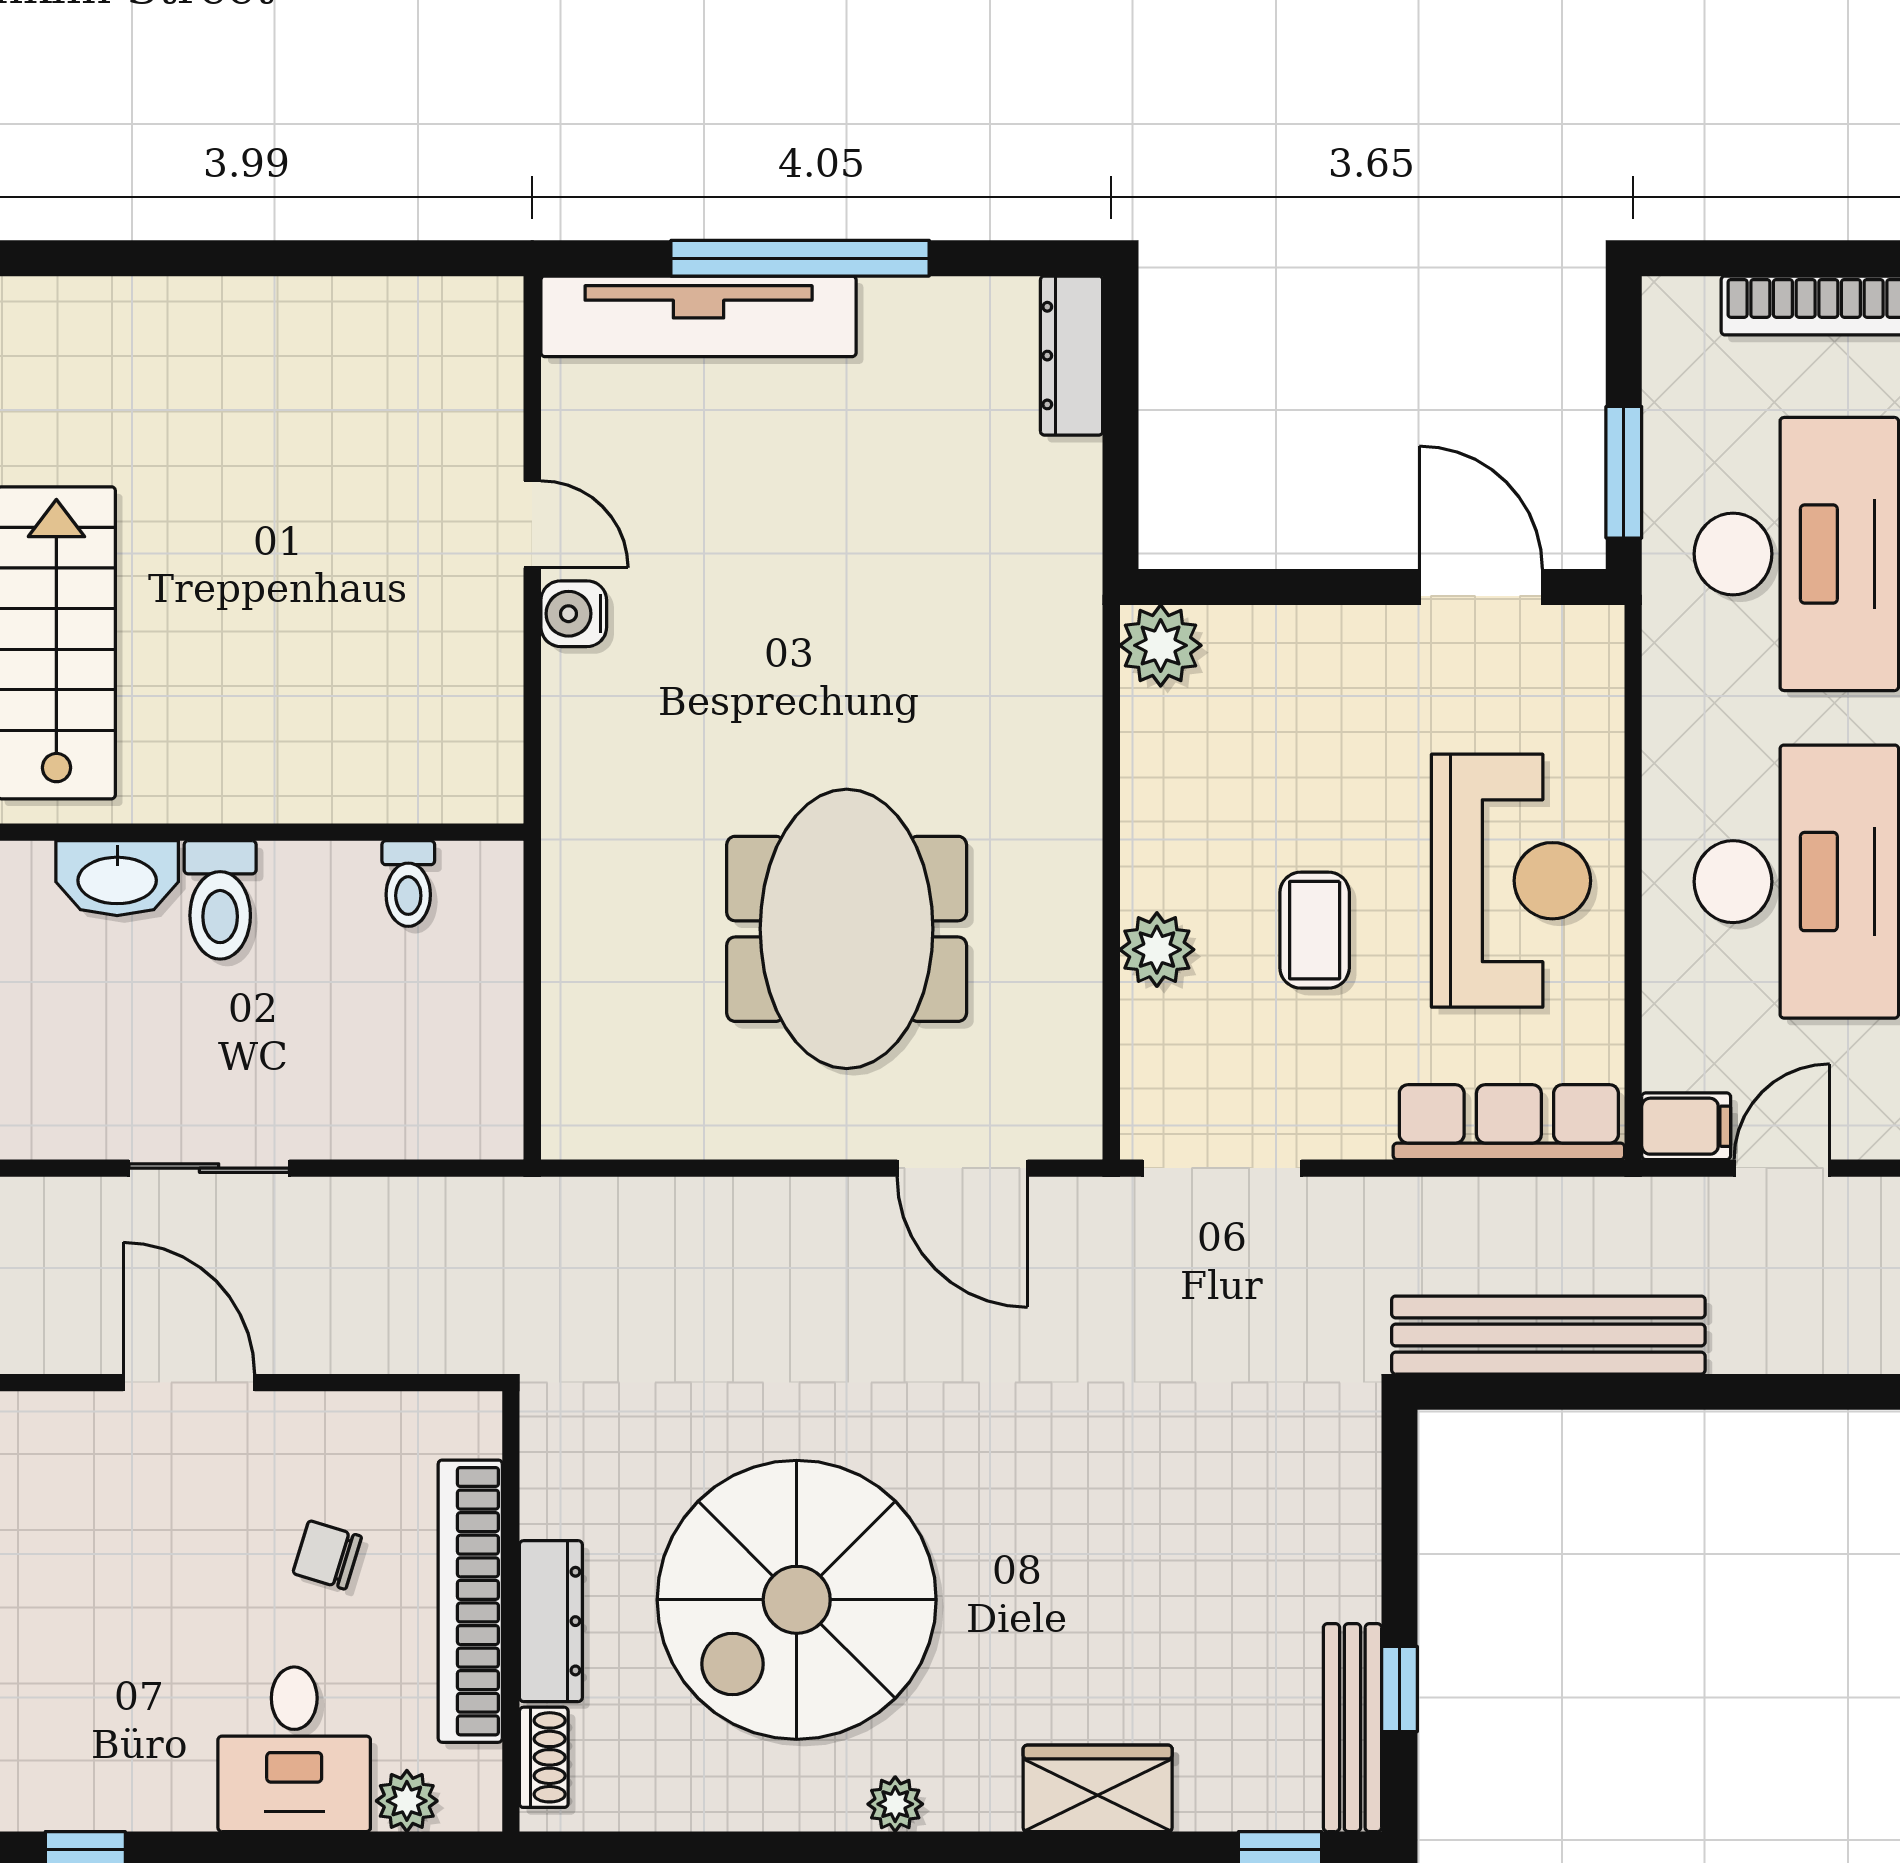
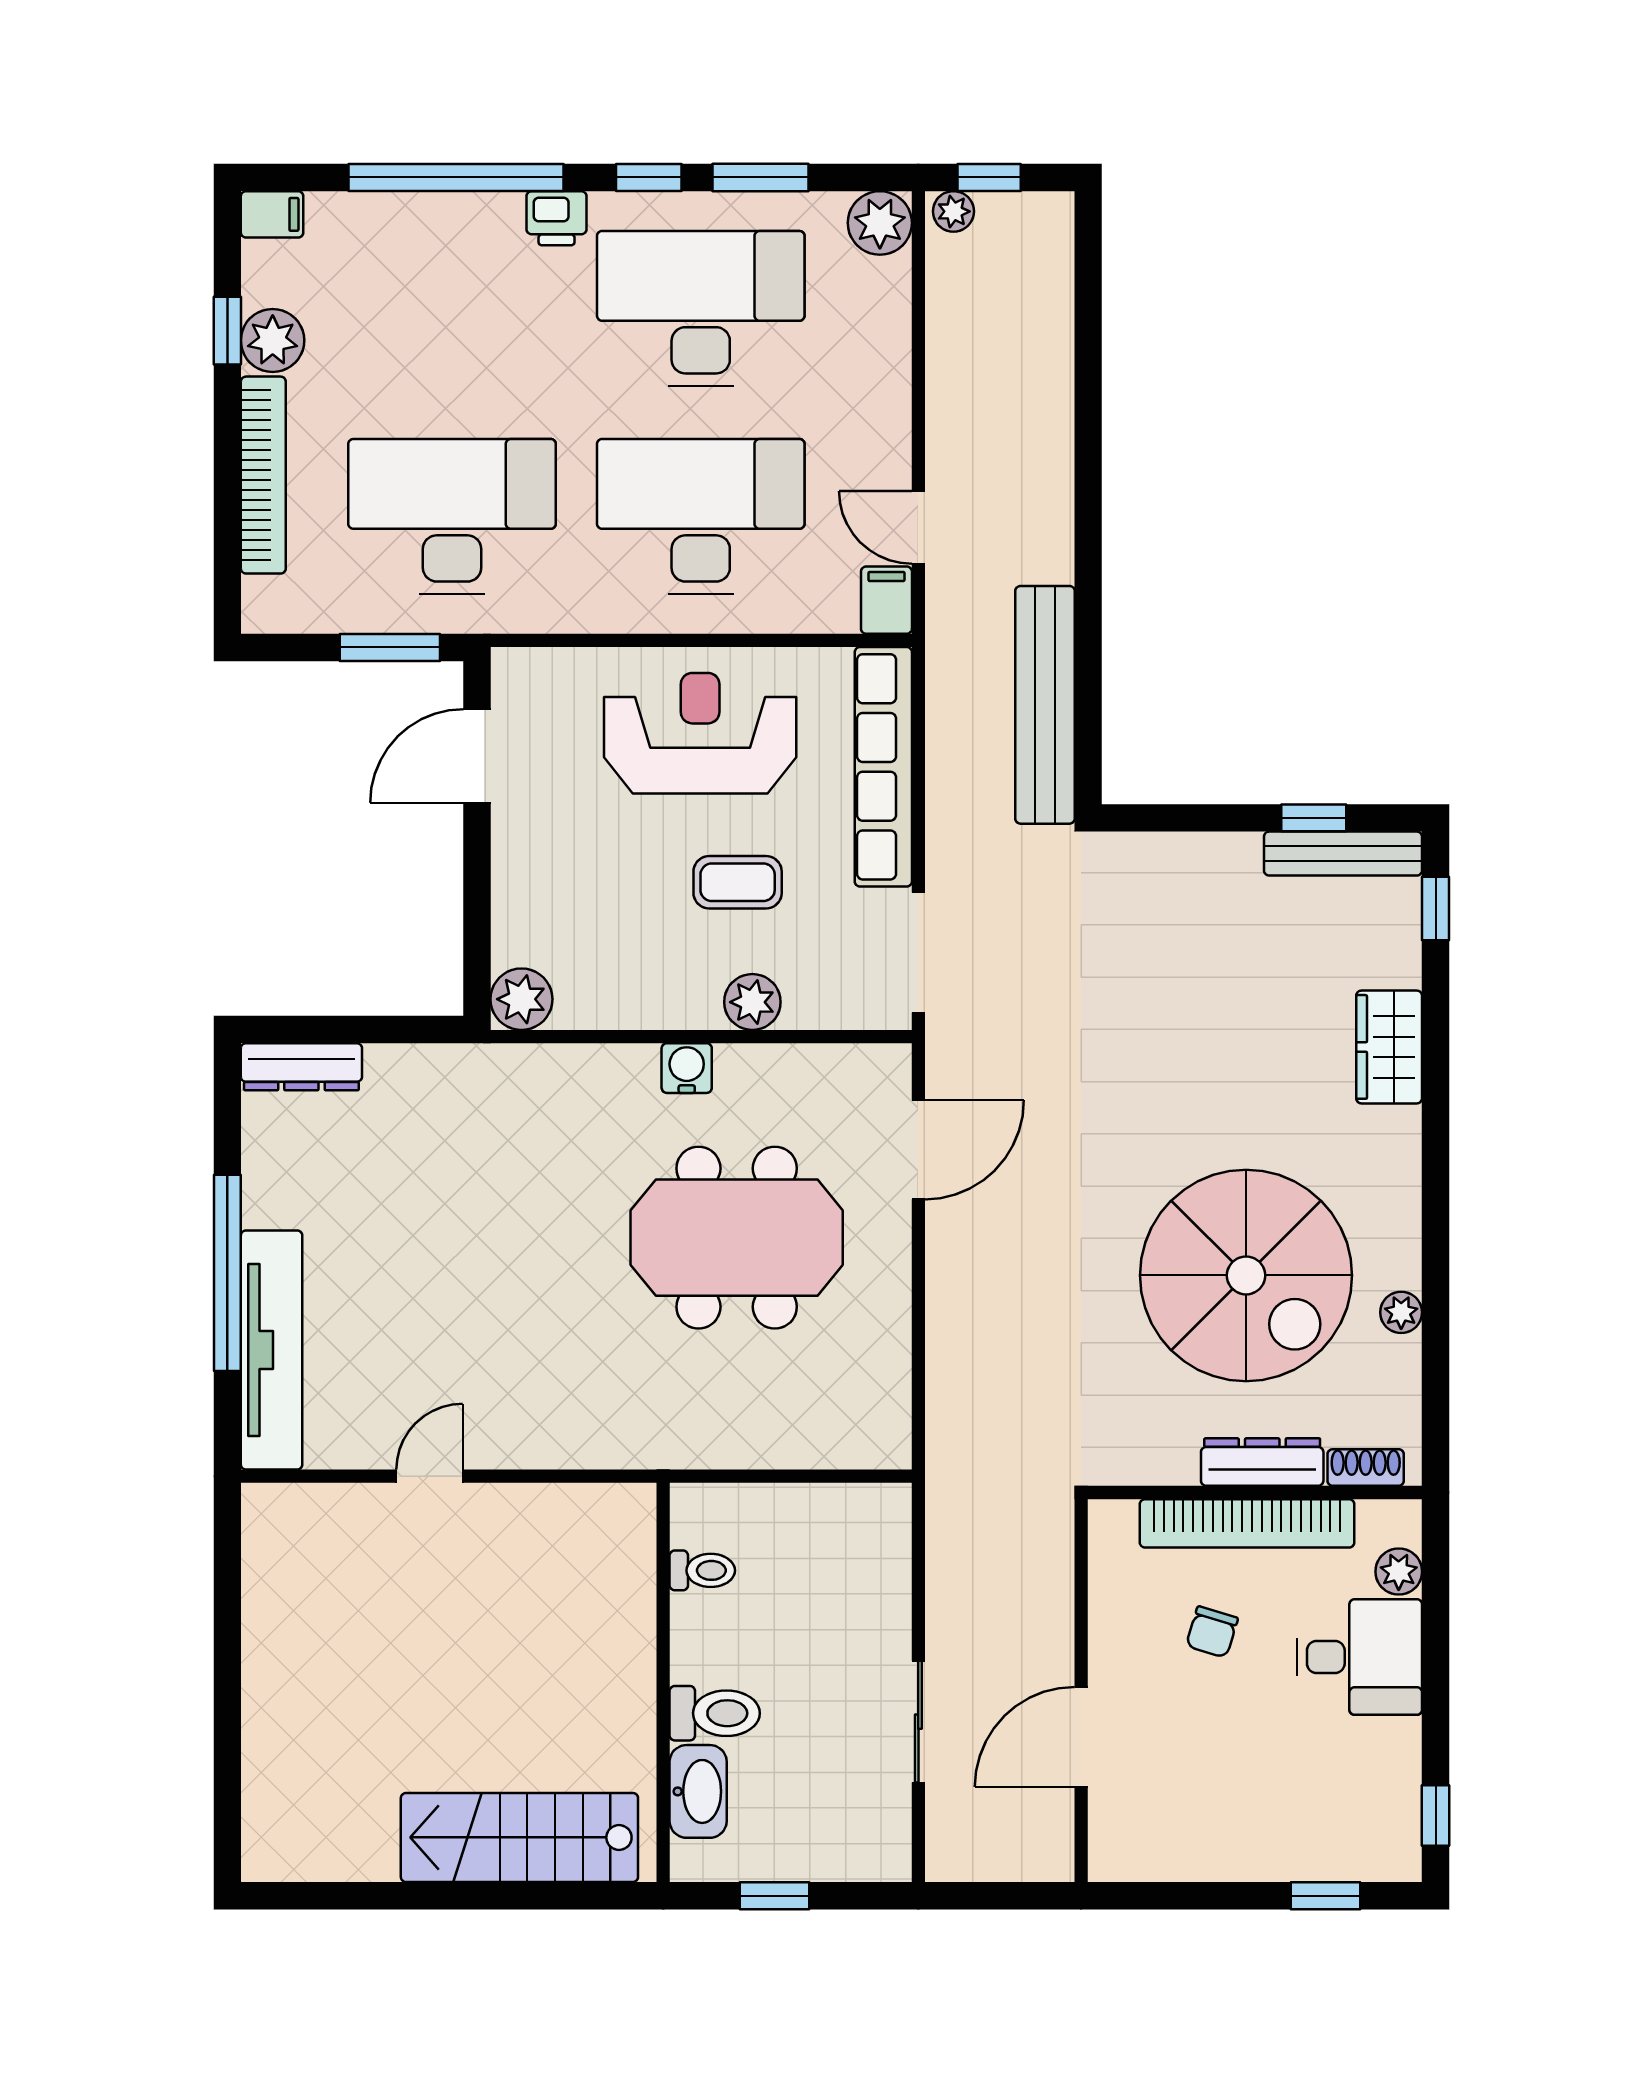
water cooler: (574, 614) -> (687, 1068), moved, turned 180
row of seats: (1509, 1122) -> (883, 767), width x1.36
plant: (895, 1804) -> (1401, 1312), moved

